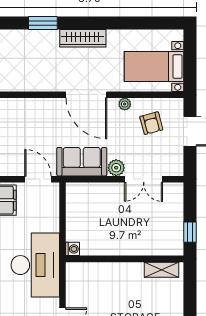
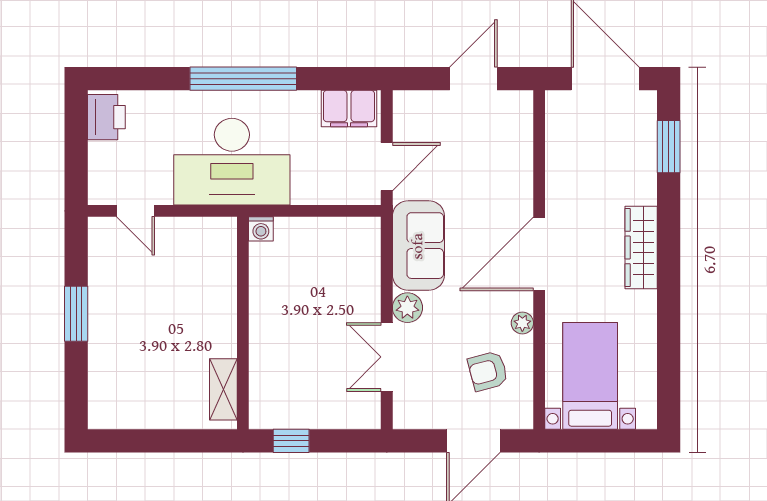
window: (43, 23) -> (669, 147), moved

